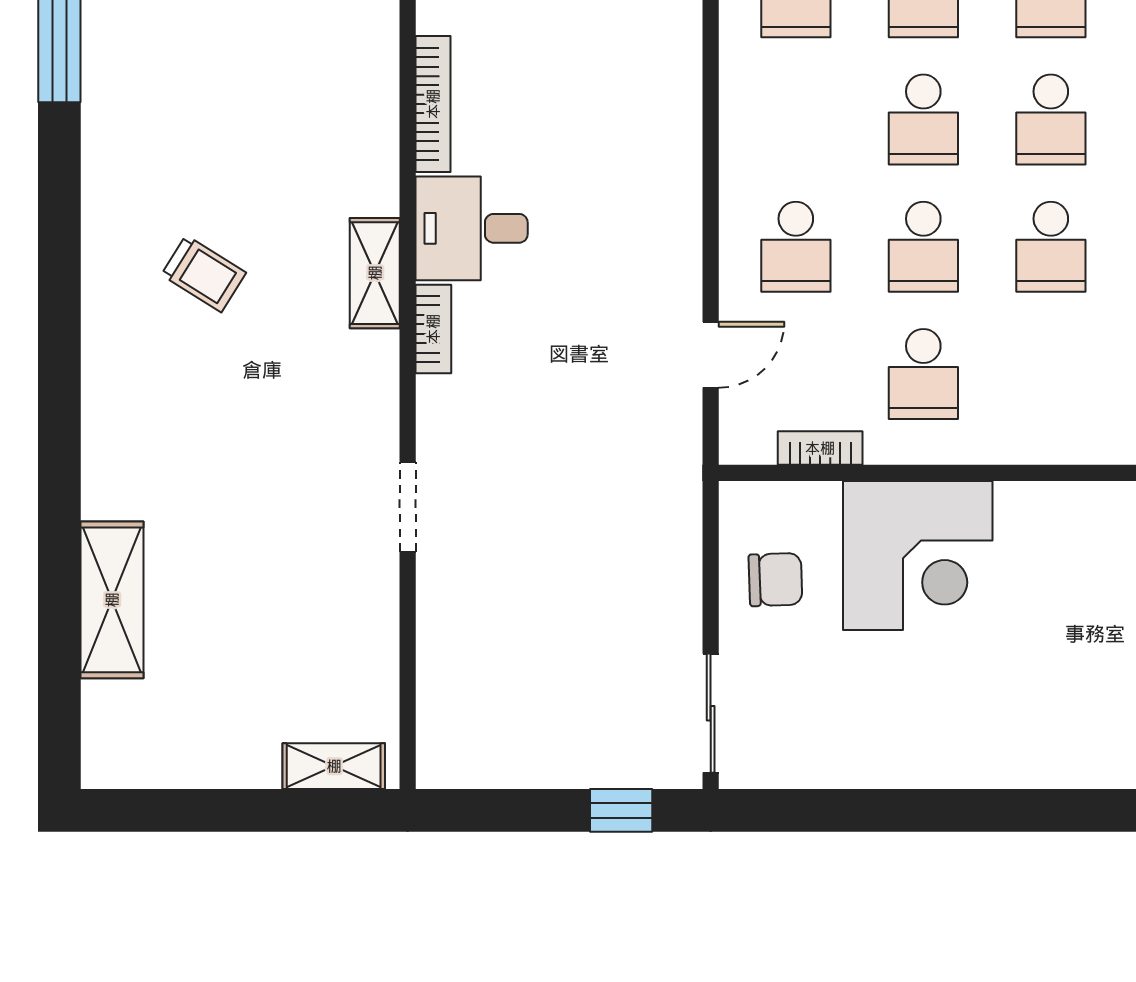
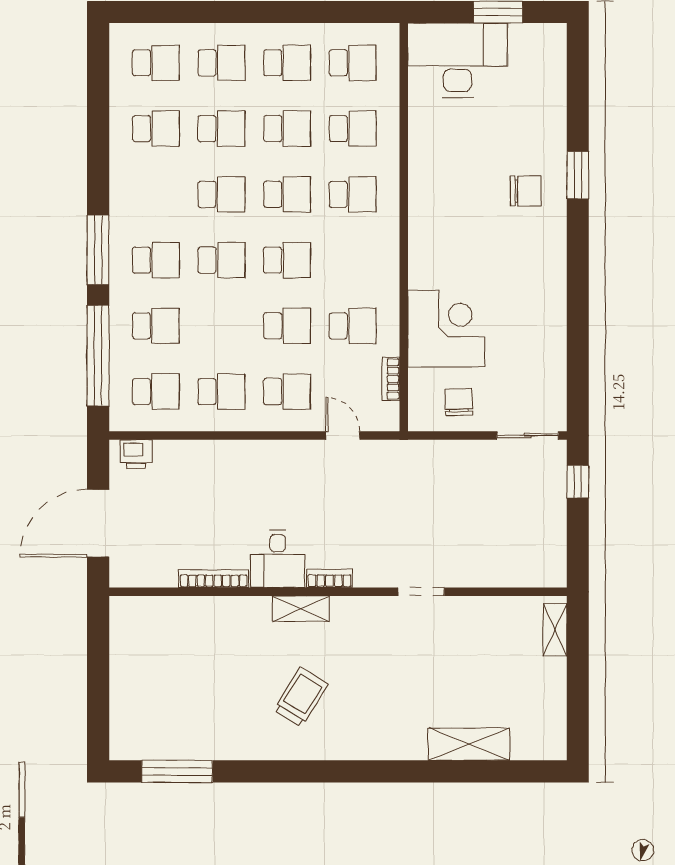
school desk: (923, 120) -> (221, 392), moved
trolley: (204, 274) -> (301, 697), width x1.36, depth x1.39

